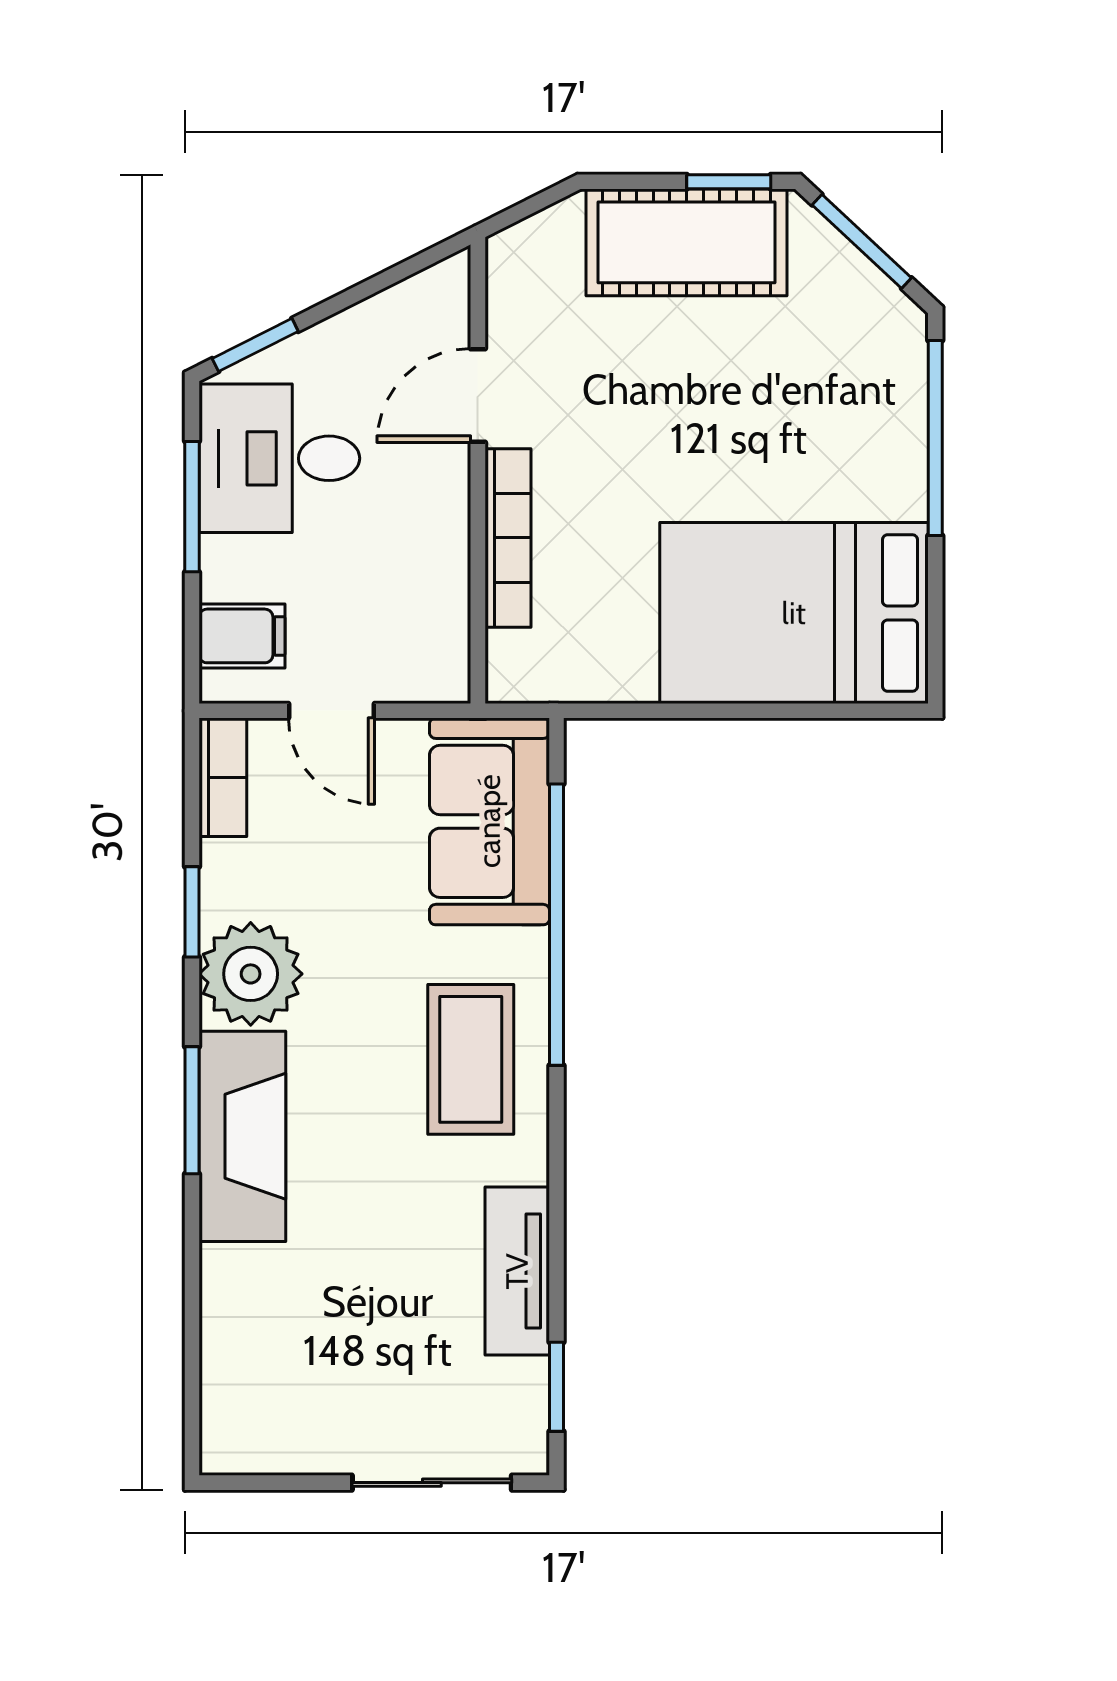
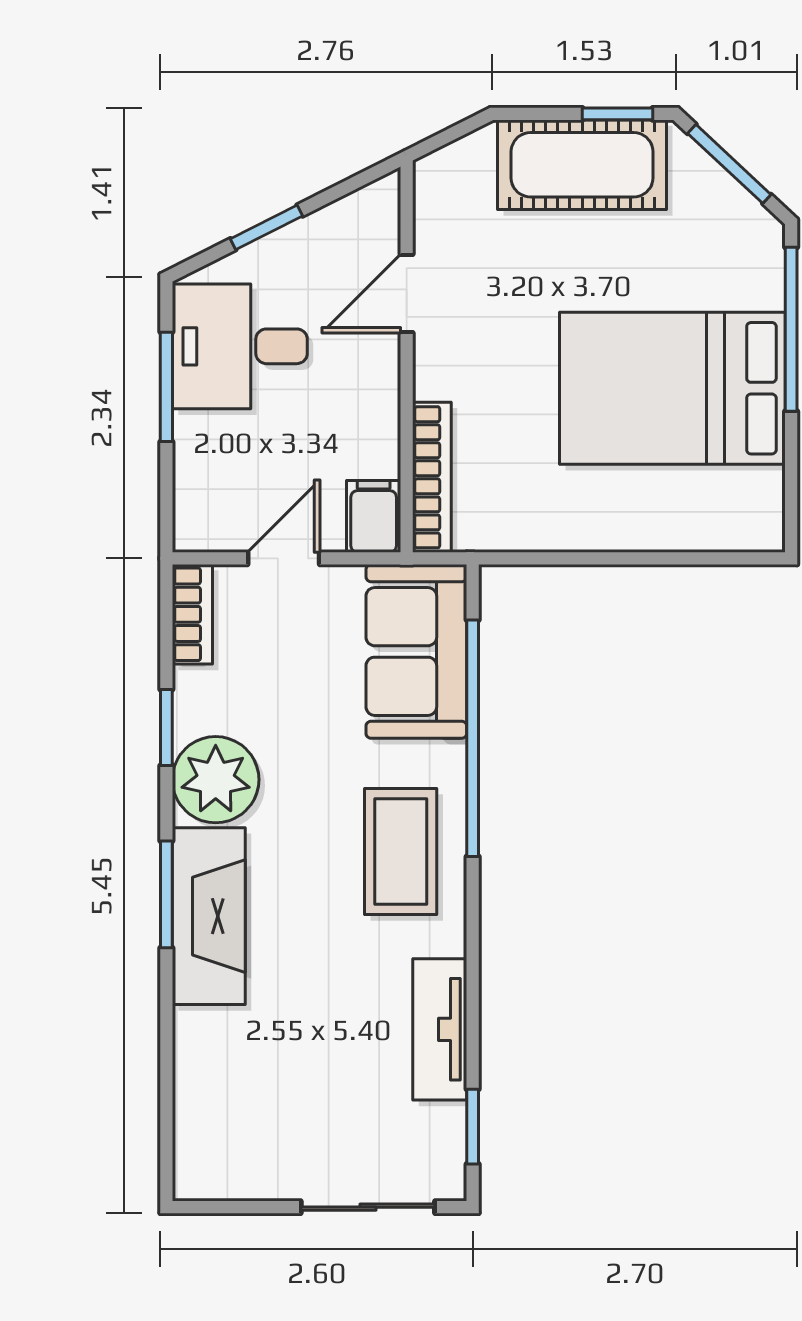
window: (255, 345) -> (266, 227), moved
bookcase: (508, 538) -> (432, 477), moved
bed: (794, 613) -> (672, 388), moved
filing cabinet: (242, 636) -> (374, 516), moved, turned -90
door: (331, 711) -> (284, 558), swing flipped

